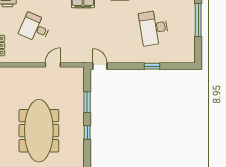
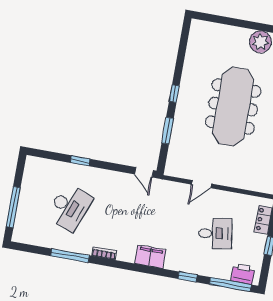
desk: (35, 28) -> (215, 233), turned -33
desk: (154, 28) -> (69, 207), turned 30

